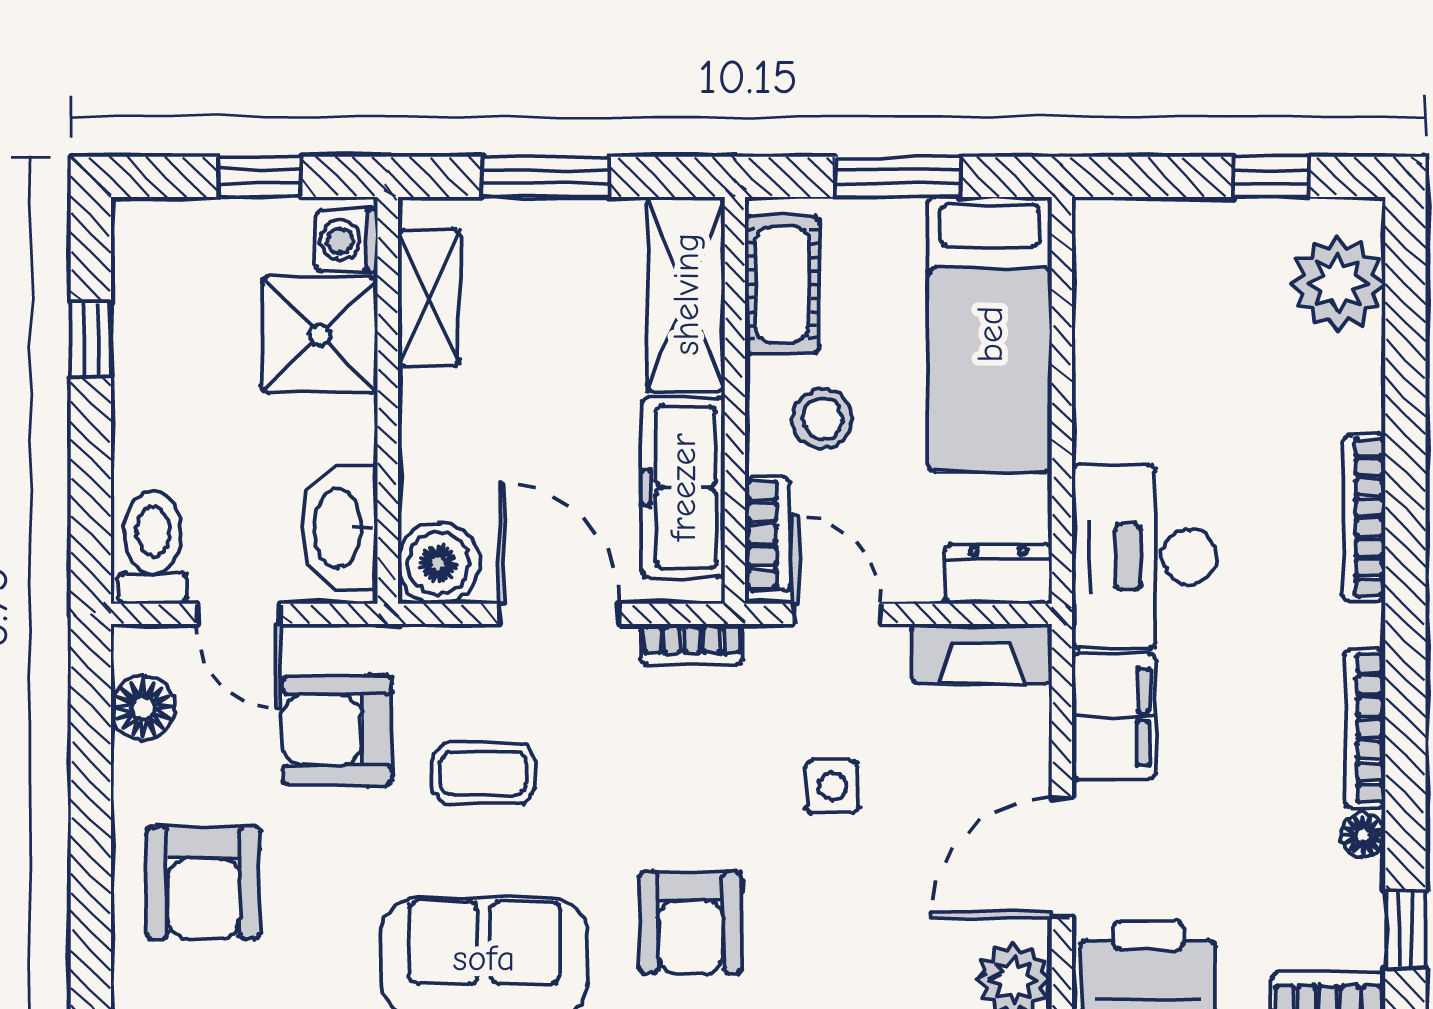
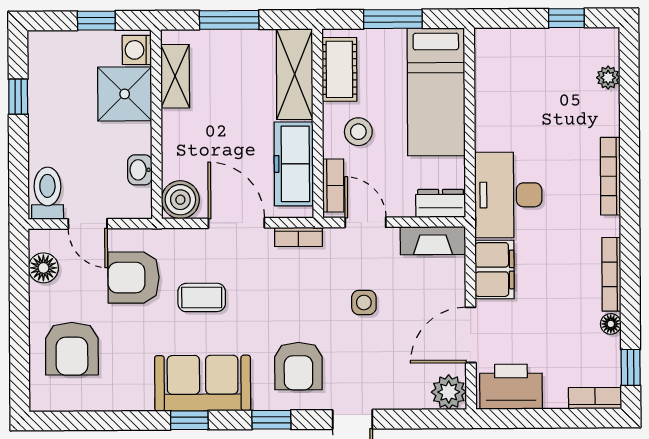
plant: (1338, 283) -> (608, 78), width x0.53, depth x0.53
washbasin: (340, 528) -> (140, 170), width x0.52, depth x0.69

